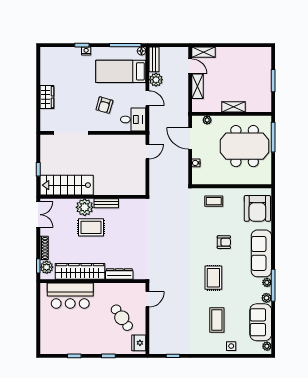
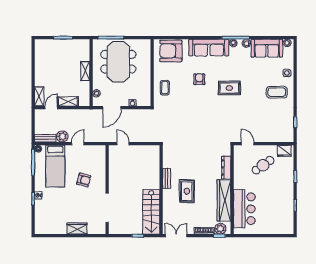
desk: (133, 119) -> (96, 156), removed
plant: (85, 207) -> (170, 197), removed
armchair: (257, 208) -> (171, 51), turned 180
coffee table: (217, 320) -> (277, 92), moved

